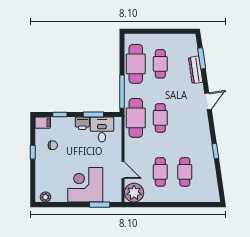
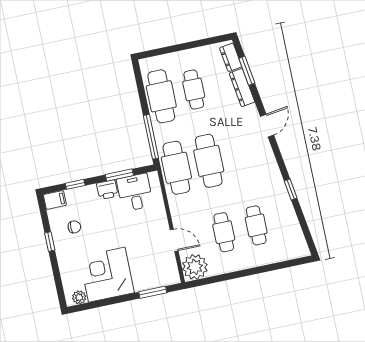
dresser: (192, 46) -> (231, 57), added
cafe table: (160, 118) -> (209, 161), width x1.37, depth x1.35
corner desk: (85, 185) -> (107, 275), moved

